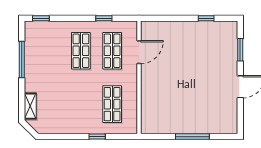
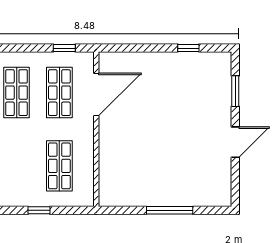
window: (104, 18) -> (64, 48), moved
door: (139, 52) -> (96, 95), width x1.36

